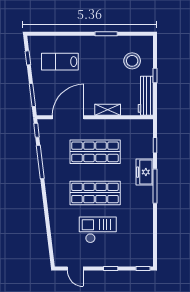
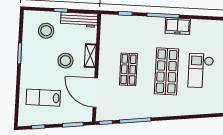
lab bench: (60, 62) -> (43, 98), turned 90
stool: (101, 83) -> (65, 61), added
shop shelf: (95, 152) -> (128, 69), width x0.70, depth x0.74
freezer: (145, 172) -> (178, 26), moved

